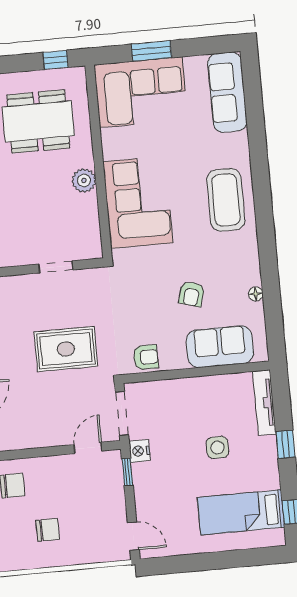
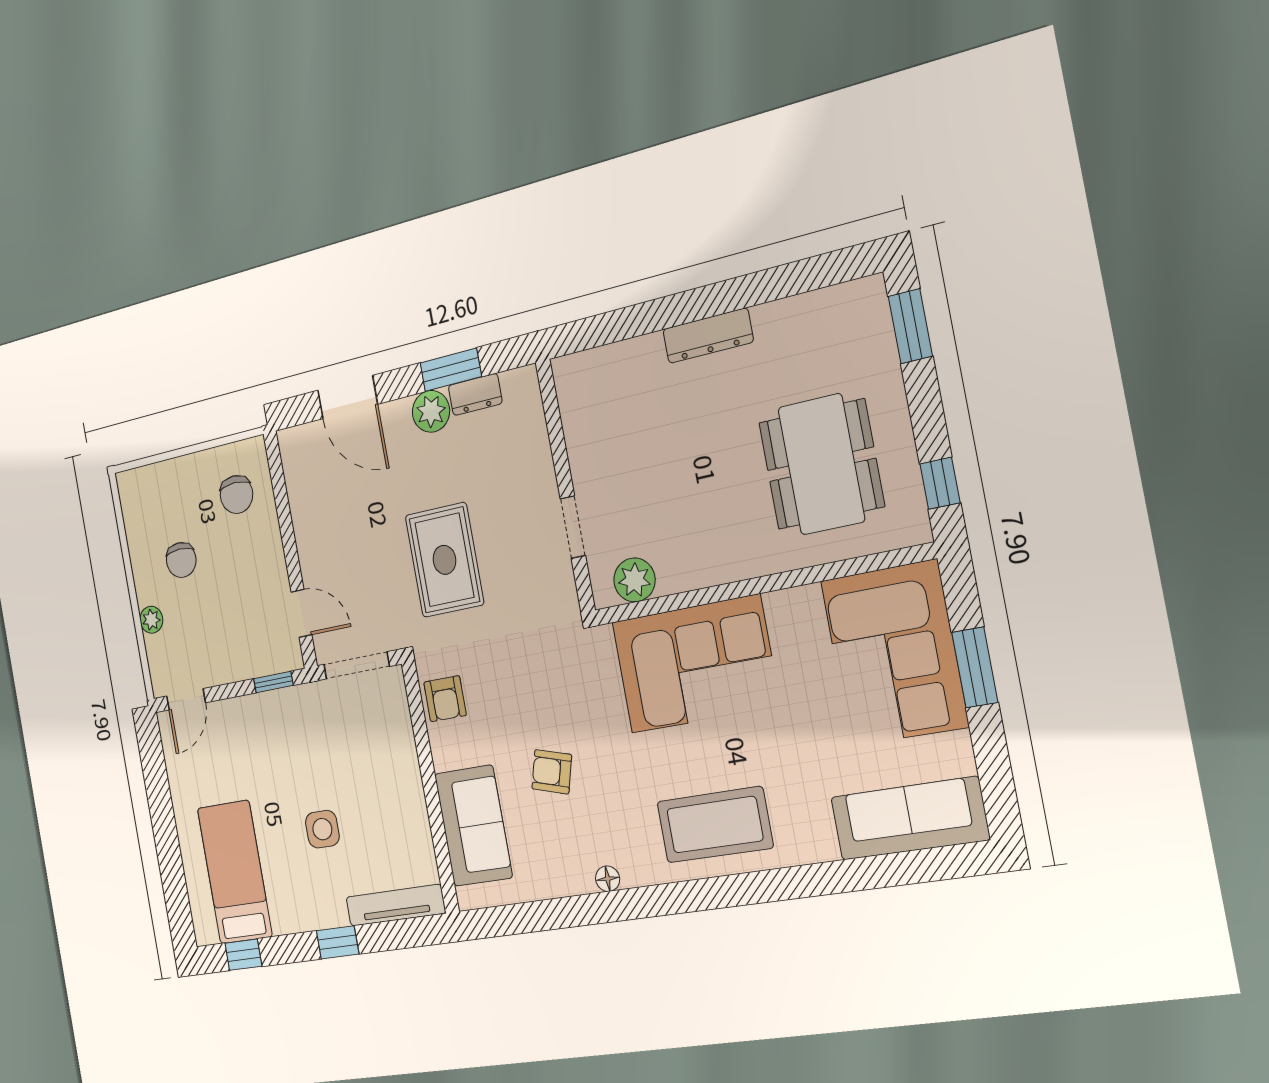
plant: (84, 180) -> (634, 580), moved
floor lamp: (256, 294) -> (608, 879), moved
nightstand: (140, 451) -> (305, 700), removed
plant: (82, 556) -> (151, 620), added

